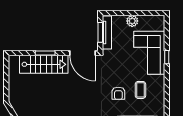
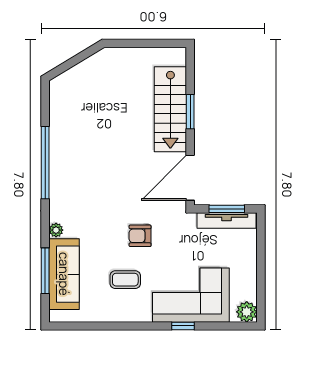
plant: (132, 21) -> (247, 312), moved
armchair: (118, 93) -> (140, 236), moved

